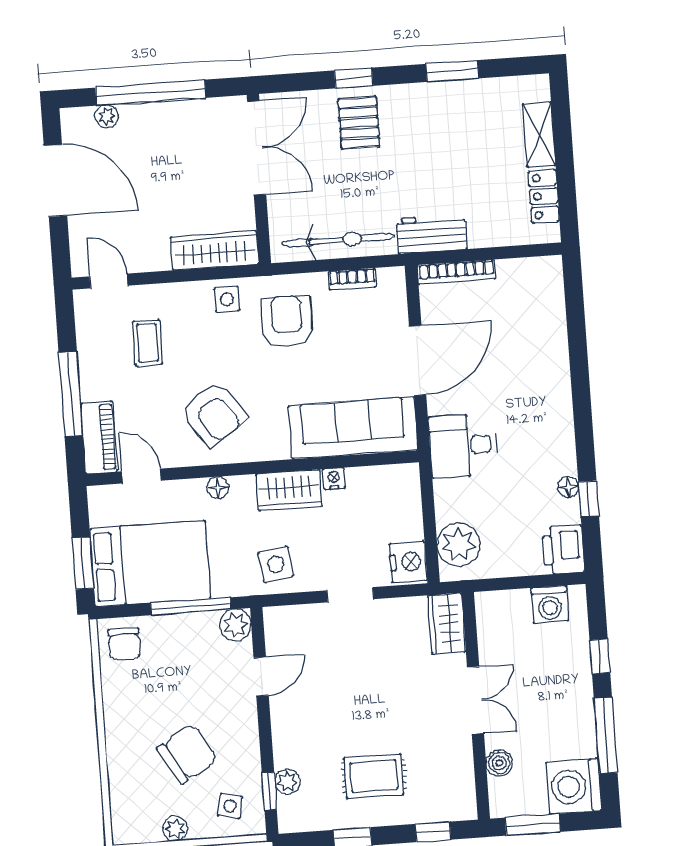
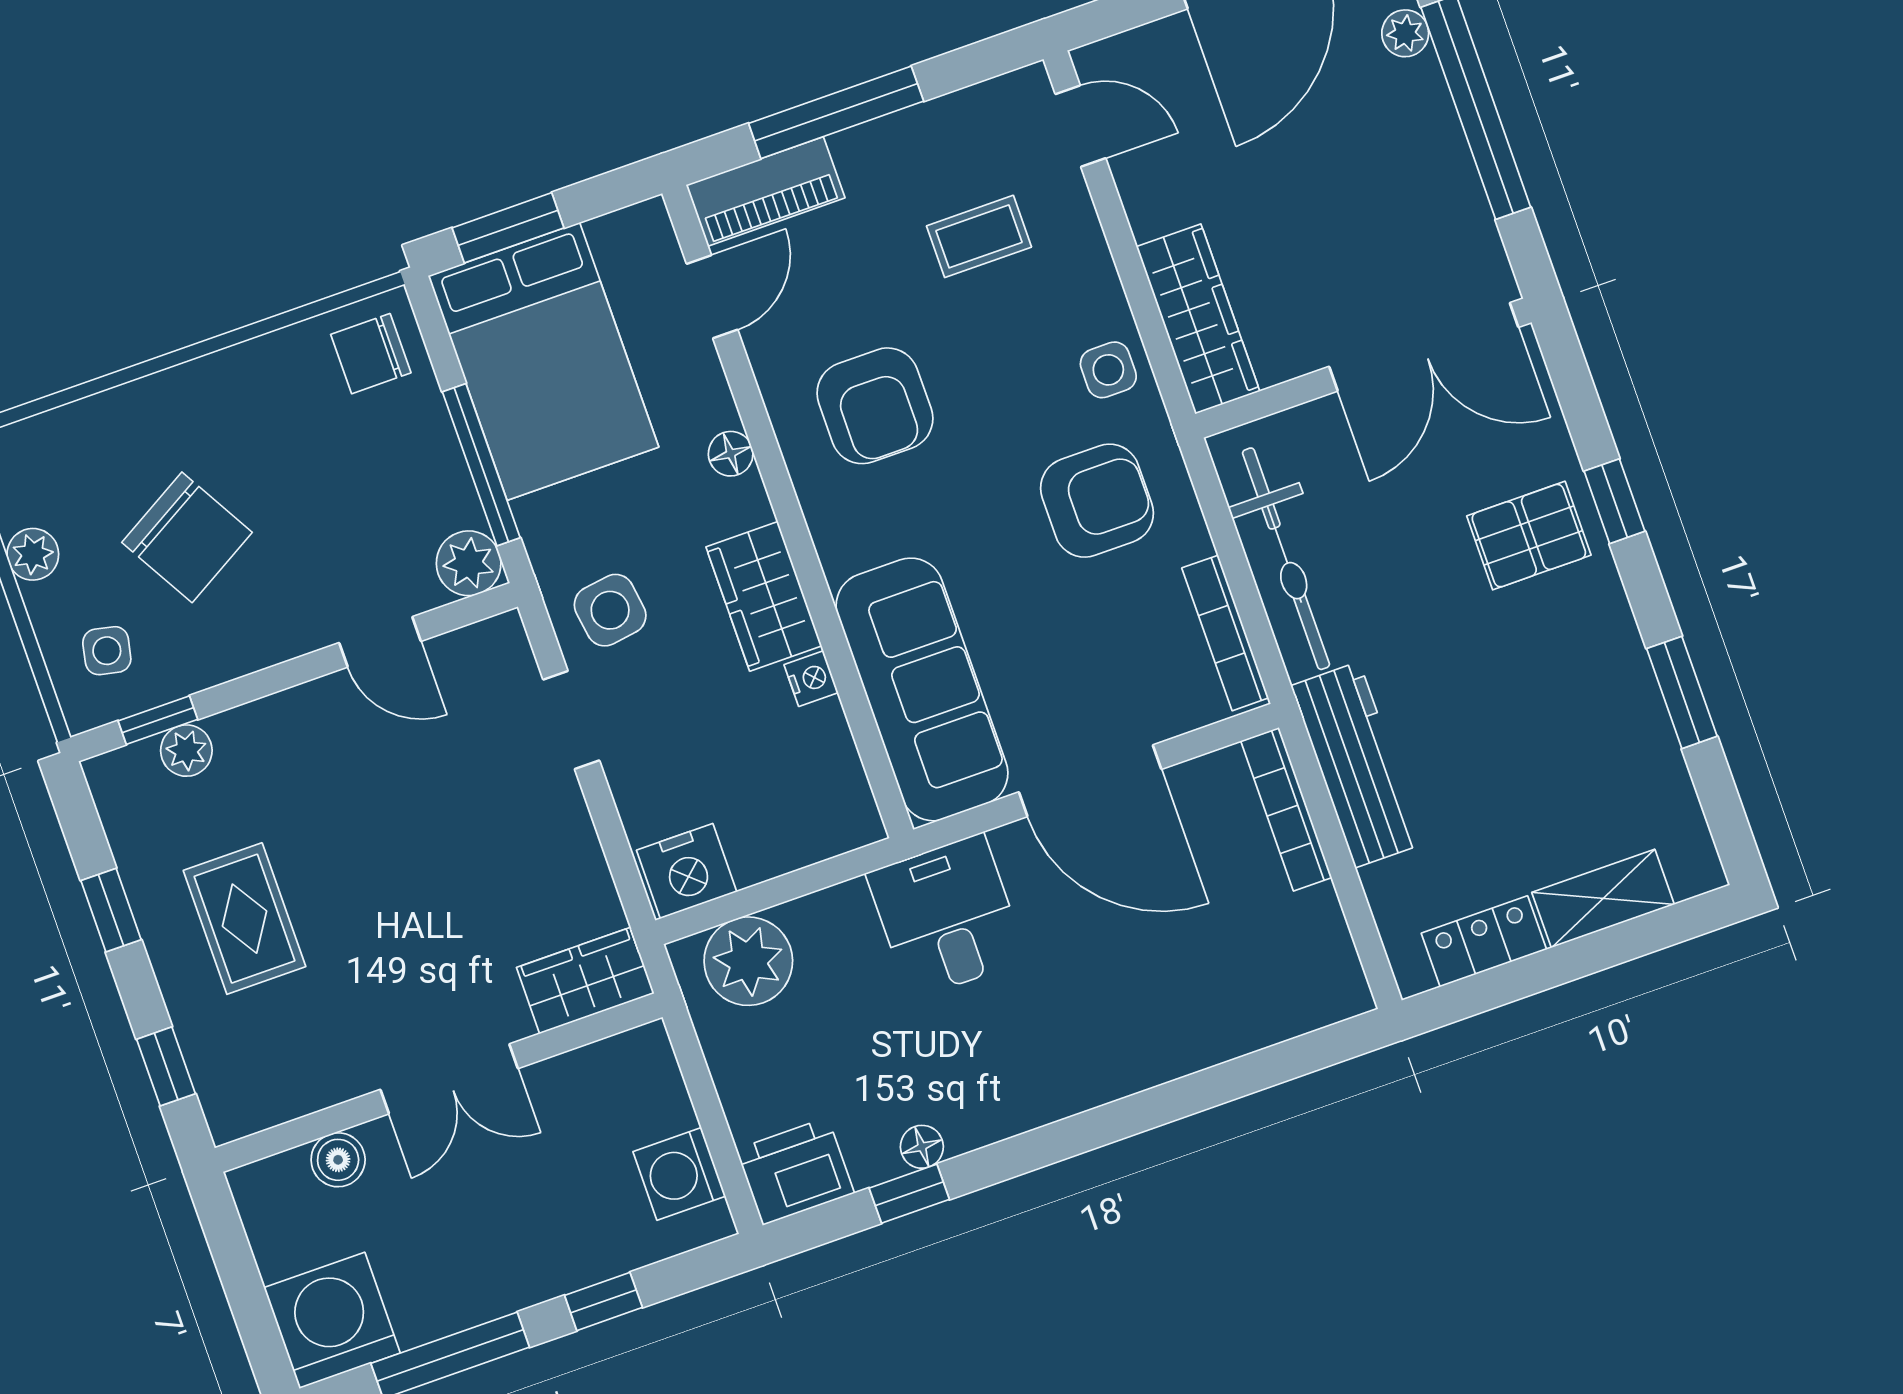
workbench: (432, 234) -> (1357, 765), width x1.38
bookcase: (352, 279) -> (1225, 633), width x1.56
door: (109, 281) -> (1081, 126), hinge flipped
armchair: (214, 414) -> (875, 406), turned -54
doorway: (350, 595) -> (571, 720), moved
window: (533, 825) -> (234, 1260), removed

